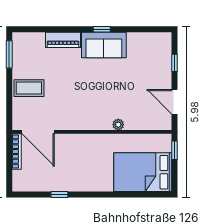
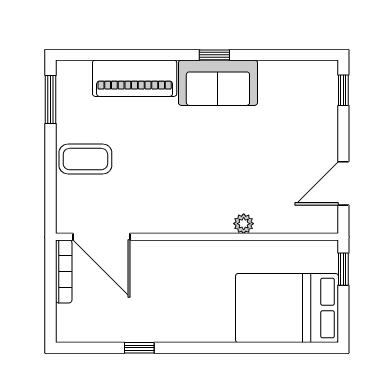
piano: (63, 40) -> (135, 78), width x1.37, depth x1.33
window: (175, 63) -> (343, 90), moved
door: (175, 102) -> (343, 183), hinge flipped

